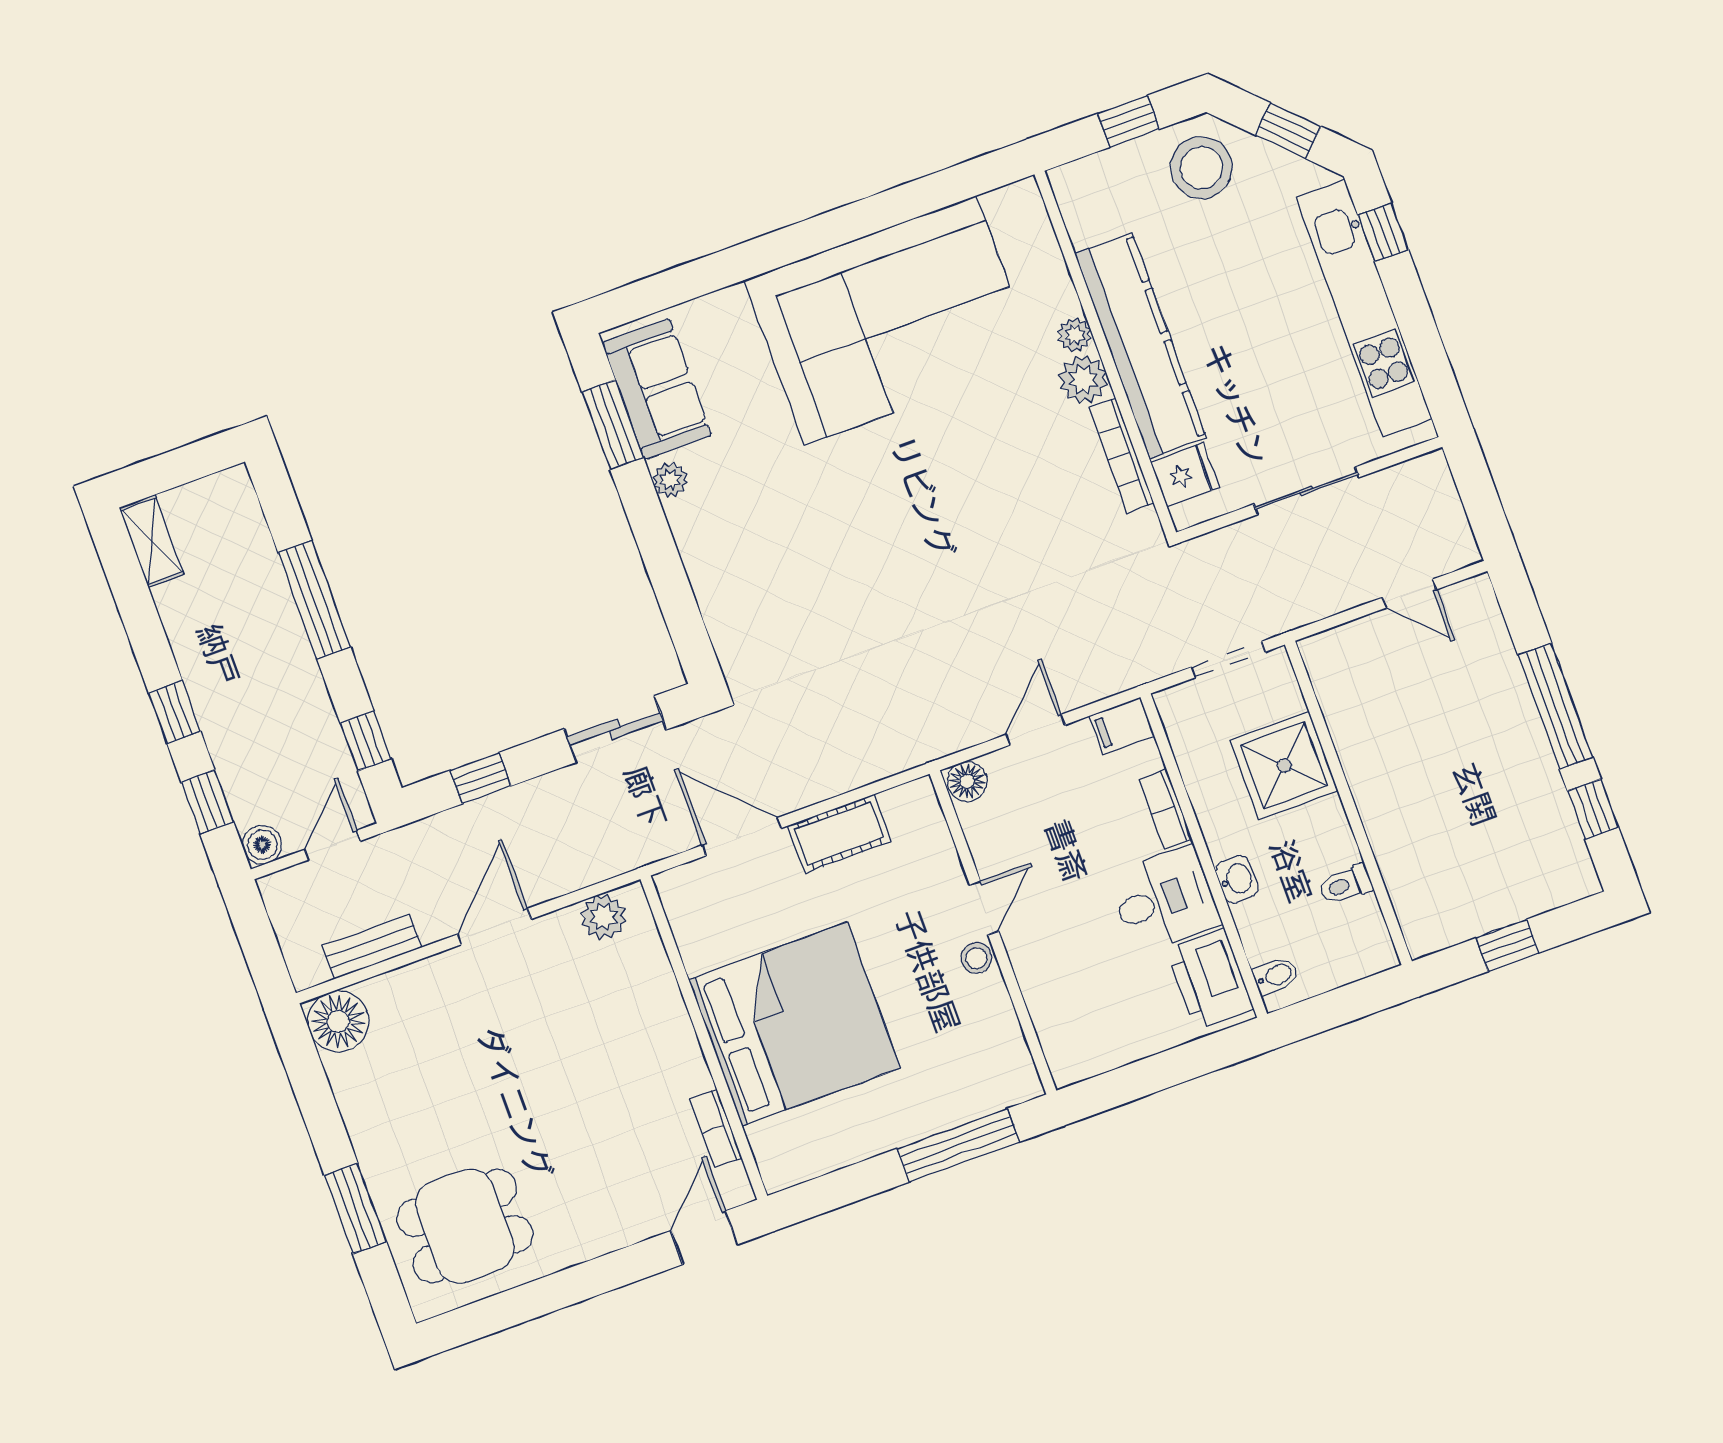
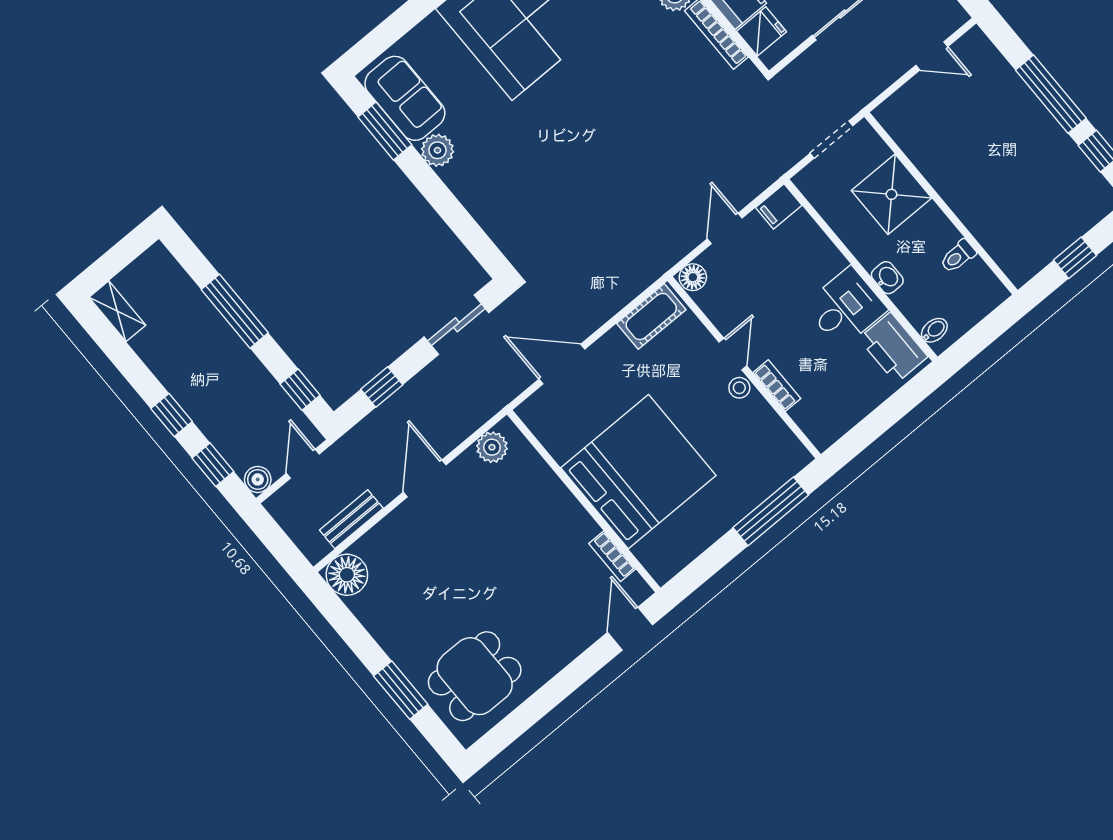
plant: (670, 480) -> (437, 150), width x1.38, depth x1.38
bookcase: (1165, 809) -> (777, 385), moved, turned 180
cot: (839, 833) -> (651, 316), moved

